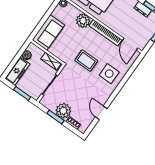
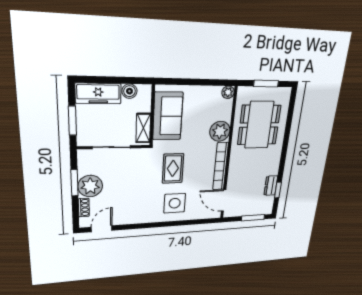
sofa: (48, 32) -> (168, 116), moved, turned -90
door: (130, 44) -> (224, 200), hinge flipped
door: (101, 113) -> (102, 229), moved

